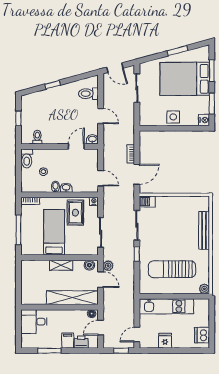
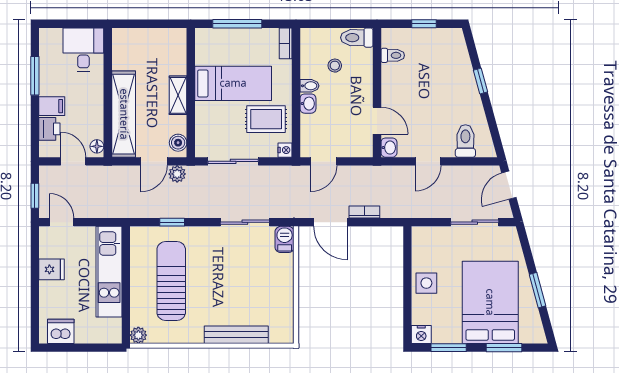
window: (137, 254) -> (172, 222), moved

